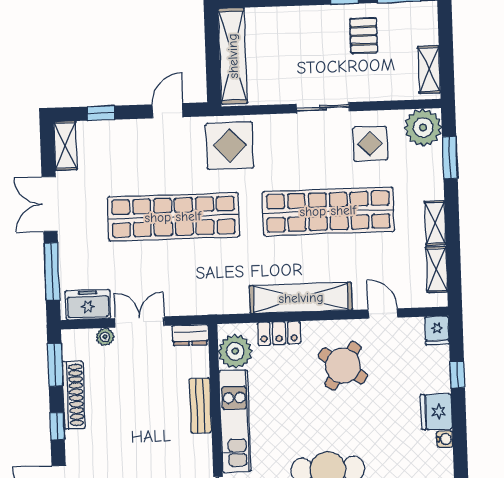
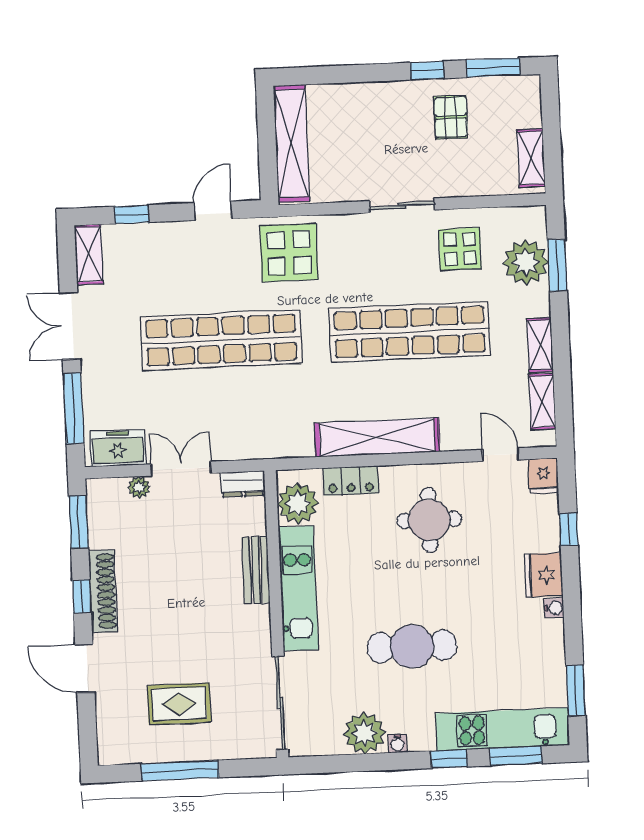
plant: (423, 127) -> (526, 262), moved
door: (383, 313) -> (500, 455), moved
round table: (343, 366) -> (429, 520), turned -34
shoe rack: (74, 395) -> (103, 591), moved

